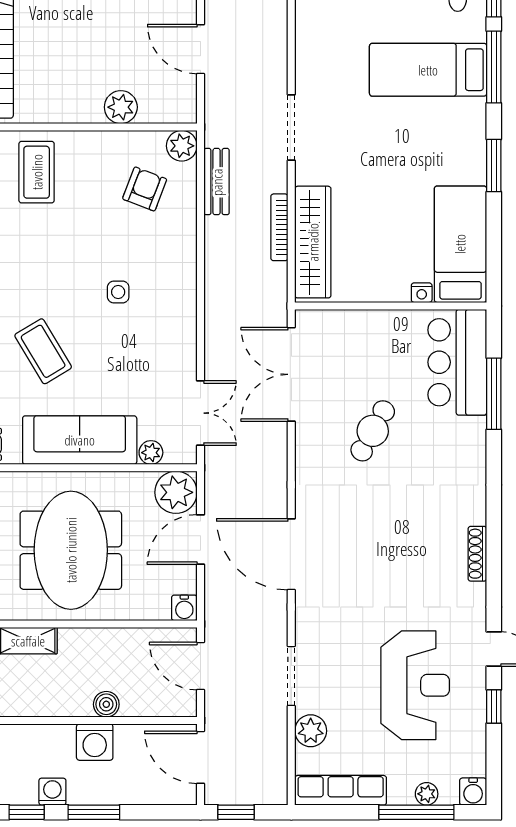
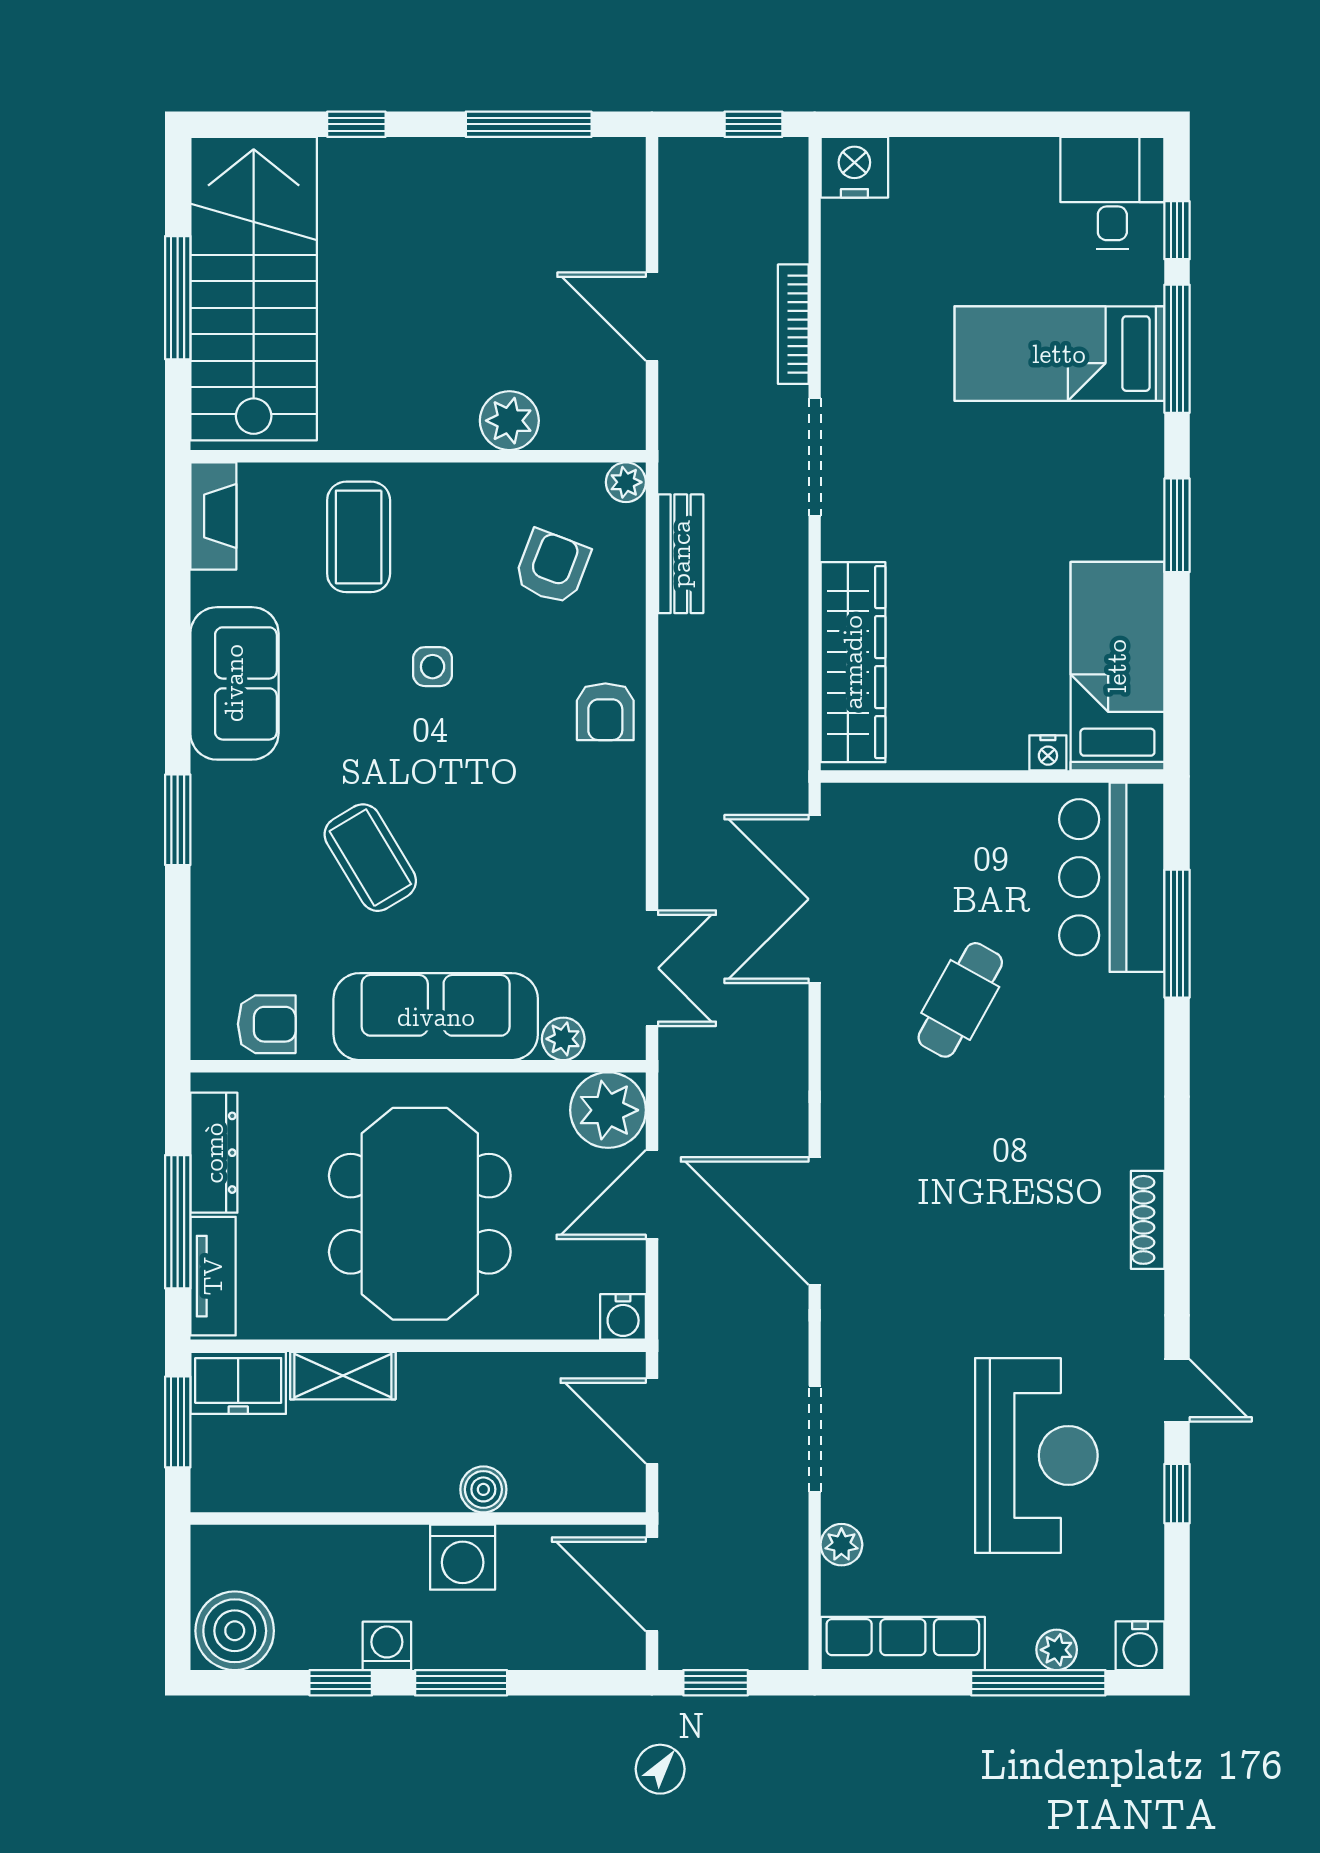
plant: (182, 146) -> (626, 482), width x0.73, depth x0.73
bookcase: (279, 227) -> (793, 324), moved
armchair: (174, 270) -> (605, 712), added
side table: (118, 292) -> (433, 667), moved
plant: (311, 731) -> (841, 1545), width x0.73, depth x0.73

